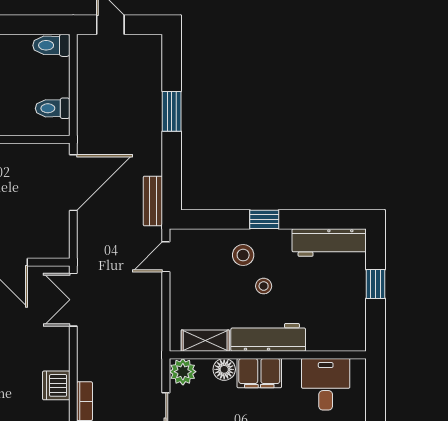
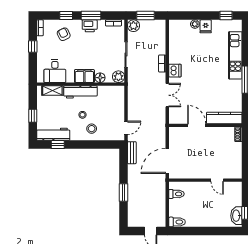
window: (264, 219) -> (58, 145), moved
double door: (73, 300) -> (167, 95), moved
shelving: (205, 341) -> (52, 91), moved

